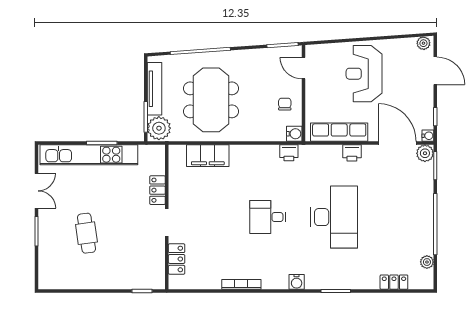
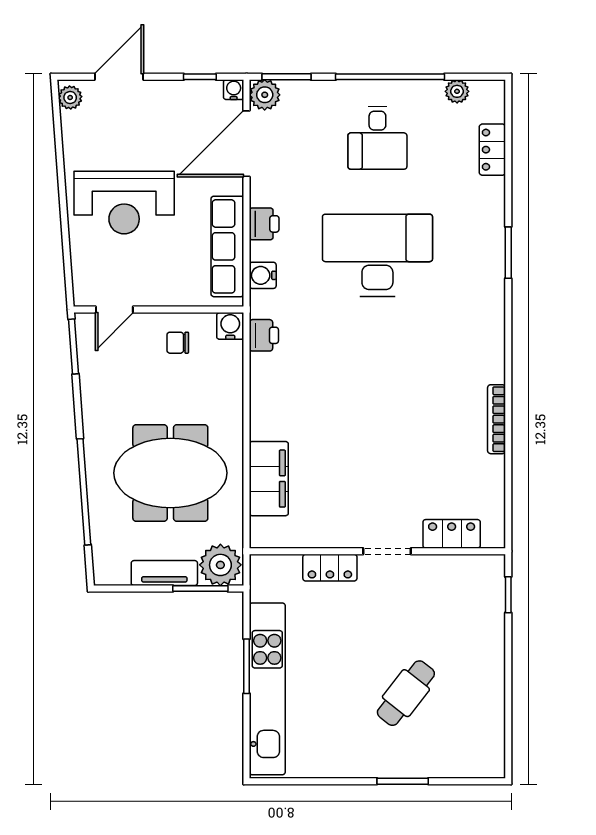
tv unit: (154, 89) -> (164, 573), width x0.71
double door: (37, 191) -> (331, 781), removed
desk: (268, 217) -> (377, 138), moved
cafe table: (86, 233) -> (406, 693), turned -44
water cooler: (297, 282) -> (263, 275), moved, turned 180

